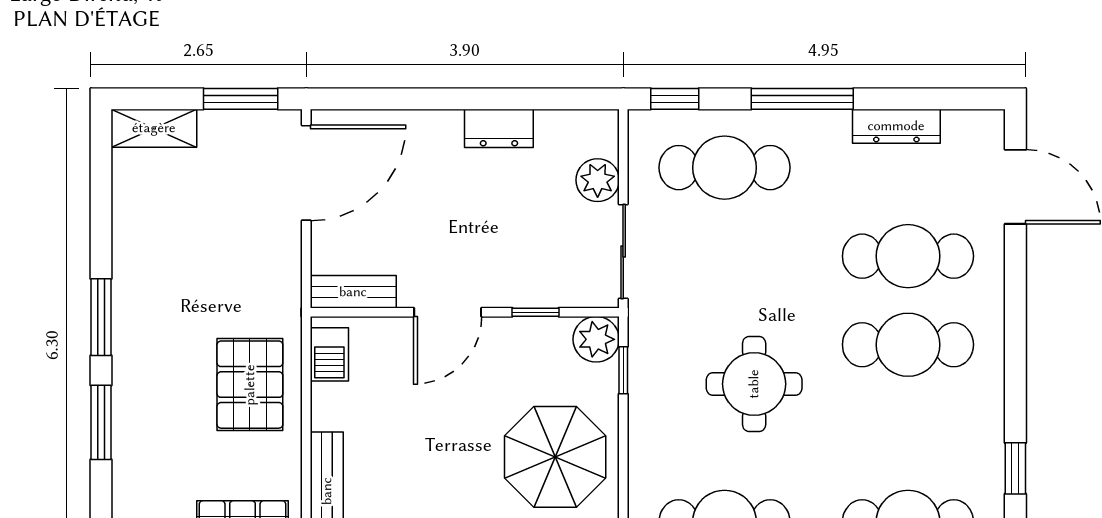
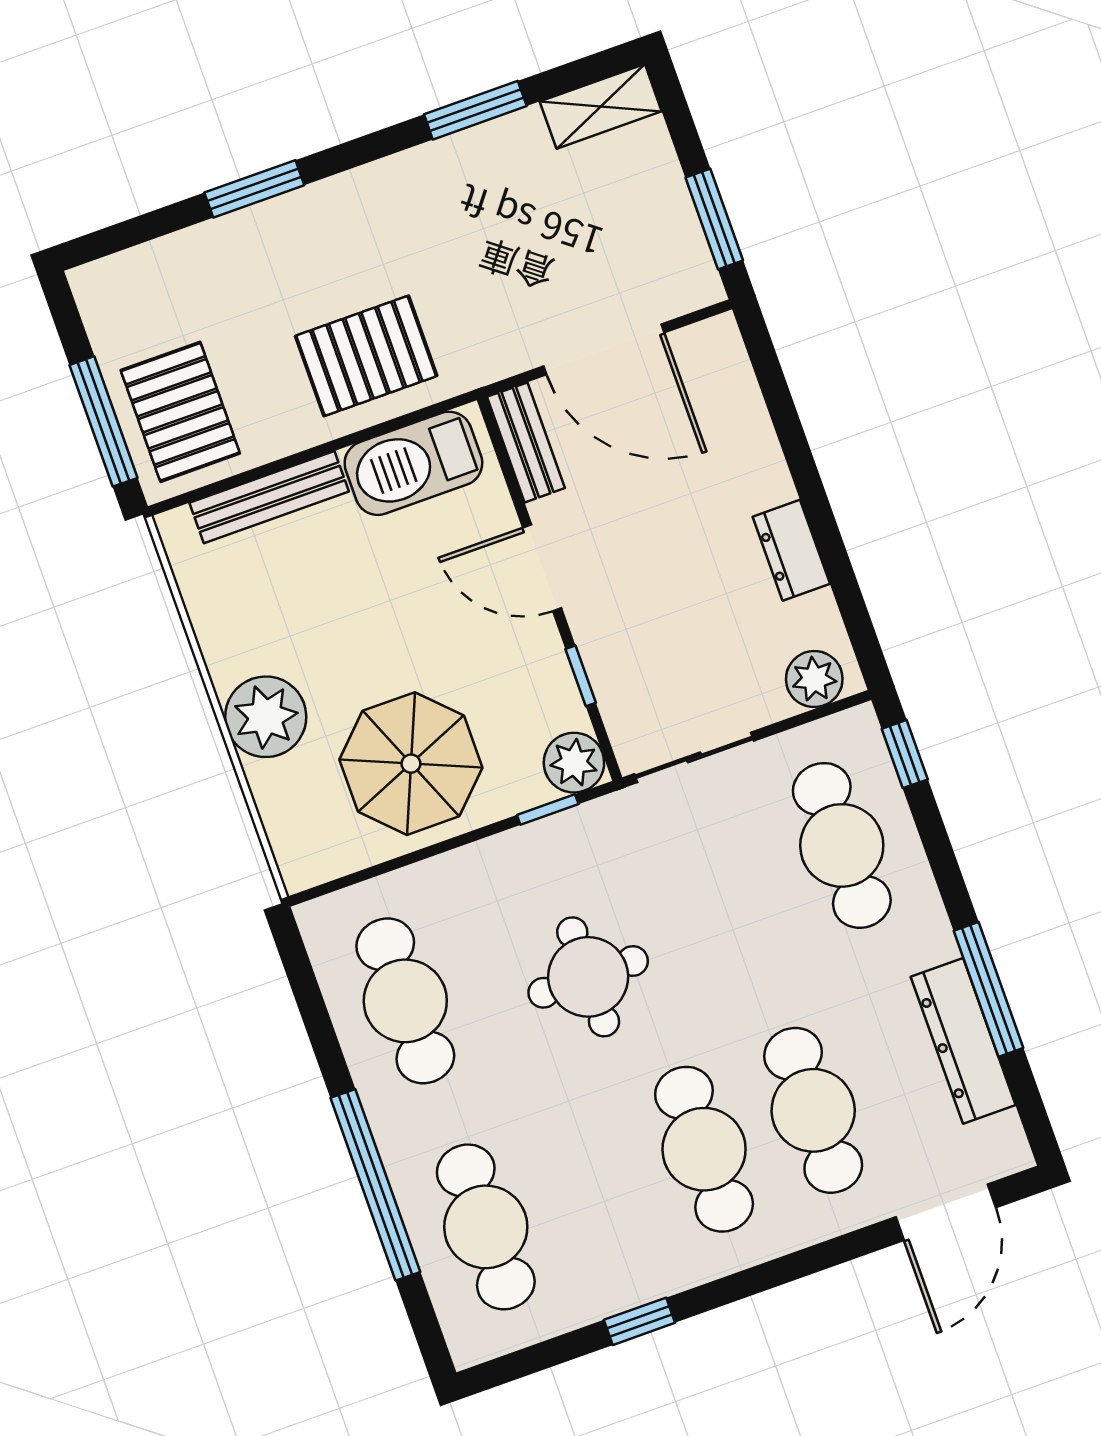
window: (802, 99) -> (988, 989), moved
dresser: (896, 126) -> (963, 1041), width x1.37, depth x1.24
shelving: (154, 128) -> (601, 106), moved, turned 90
door: (306, 173) -> (604, 349), moved
plant: (598, 180) -> (814, 679), moved
window: (101, 317) -> (475, 110), moved
barbecue: (329, 354) -> (413, 463), width x1.88, depth x1.53
window: (1015, 468) -> (639, 1321), moved

